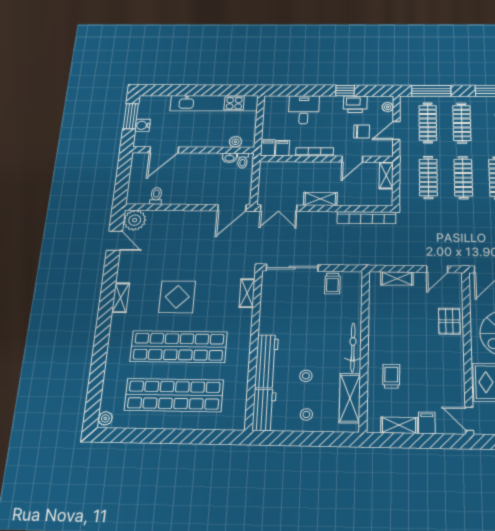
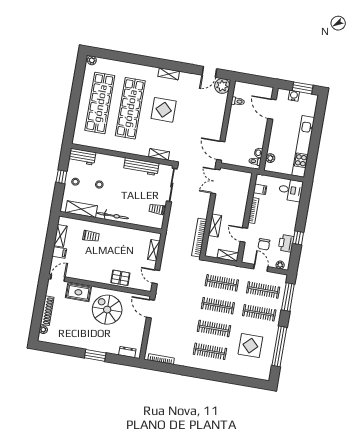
desk: (304, 110) -> (291, 190), moved
filing cabinet: (268, 148) -> (262, 179), removed
shelving: (320, 199) -> (215, 225), moved
workbench: (267, 361) -> (141, 167), moved
window: (301, 439) -> (61, 177), added

